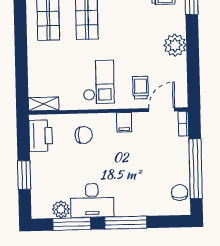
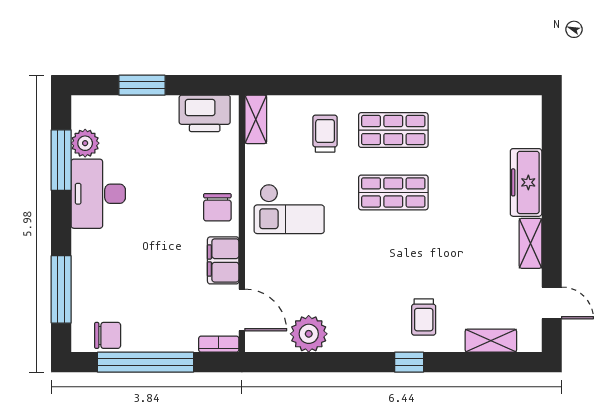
plant: (175, 45) -> (309, 334), moved
trolley: (141, 88) -> (325, 134), moved, turned -90
filing cabinet: (124, 122) -> (223, 260), width x2.00
chair: (84, 135) -> (217, 207), moved
window: (126, 223) -> (61, 289), moved

